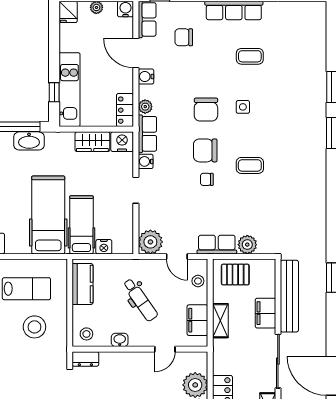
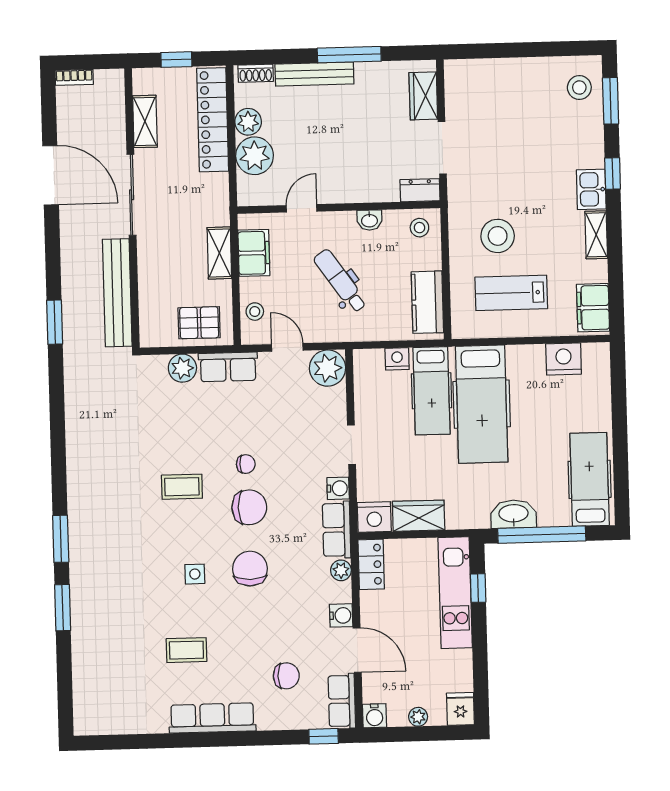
filing cabinet: (265, 313) -> (152, 266), removed

